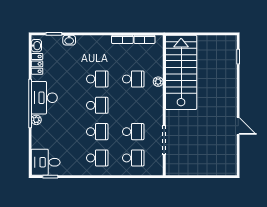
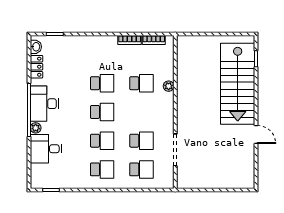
washbasin: (69, 40) -> (71, 41), removed
stairs: (181, 72) -> (238, 84), moved, turned 180
desk: (46, 162) -> (46, 149), moved

